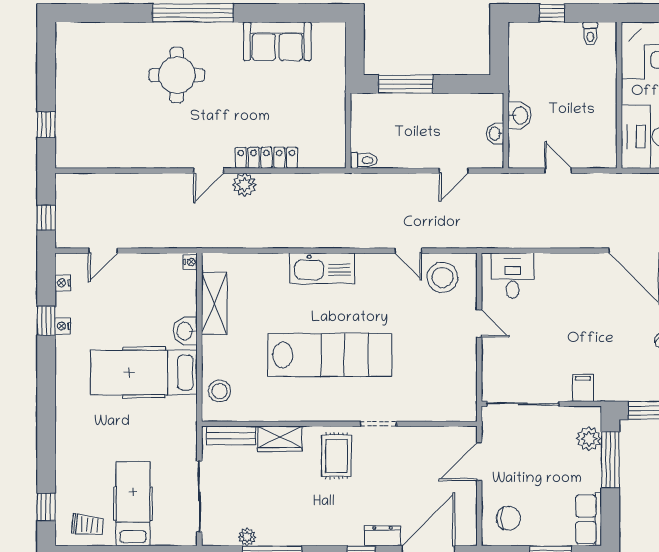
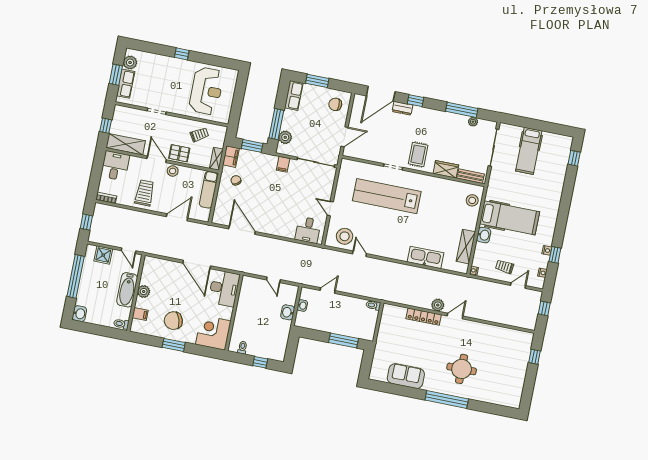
kitchen sink: (322, 268) -> (426, 257), moved
lab bench: (330, 355) -> (387, 196), moved
trolley: (88, 525) -> (505, 267), moved

